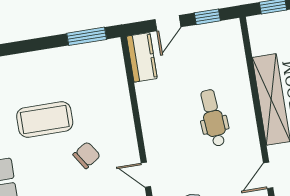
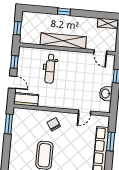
dental chair: (213, 118) -> (50, 69), moved, turned -86
chair: (87, 155) -> (54, 124), moved

